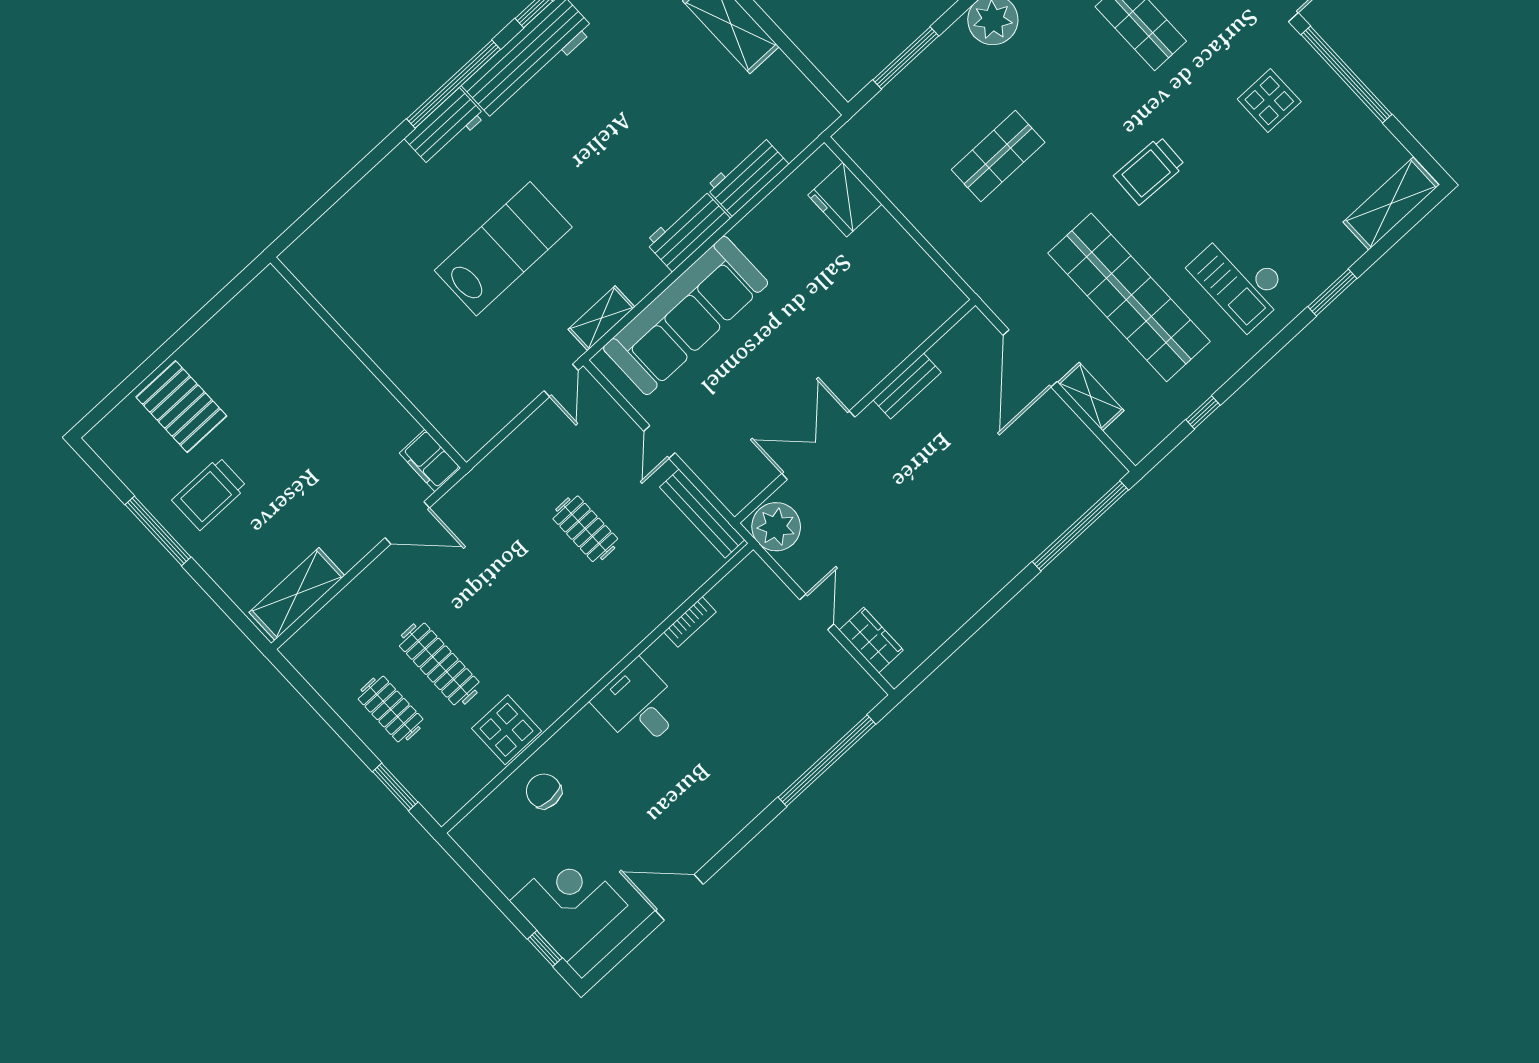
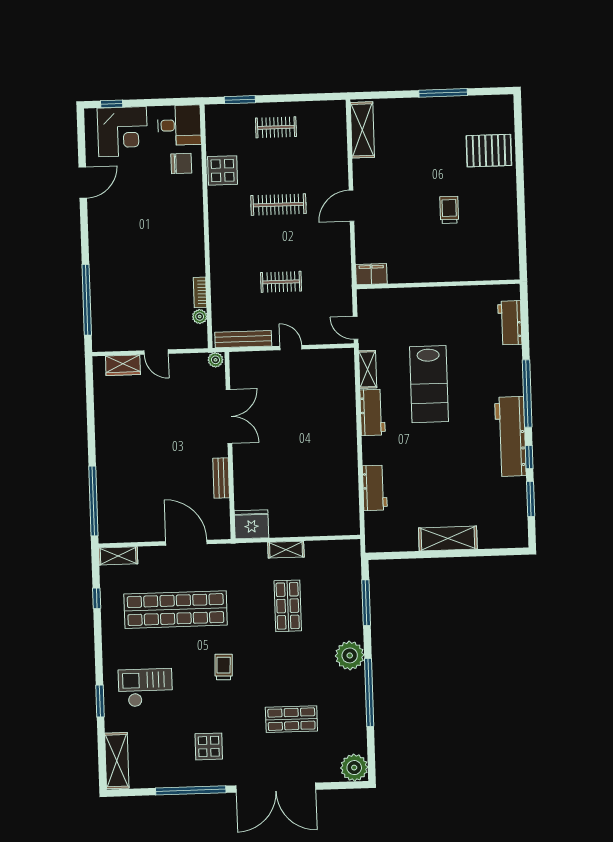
workbench: (445, 127) -> (510, 323), moved
trolley: (1149, 171) -> (224, 667), width x0.73, depth x0.72
fridge: (845, 200) -> (251, 524), moved
shelving: (927, 221) -> (286, 550), added
workbench: (688, 230) -> (372, 412), moved
lab bench: (503, 249) -> (429, 384), moved
checkout: (1239, 280) -> (145, 688), moved
sofa: (686, 316) -> (337, 407), removed
wall: (368, 363) -> (438, 284), moved
shelving: (1091, 397) -> (118, 556), moved
filing cabinet: (430, 461) -> (371, 274), moved
trolley: (209, 494) -> (449, 210), moved, width x0.73, depth x0.72
plant: (776, 527) -> (215, 360), width x0.53, depth x0.53
plant: (722, 595) -> (200, 317), added
clothes rail: (439, 664) -> (278, 205), moved
desk: (639, 705) -> (179, 125), moved

